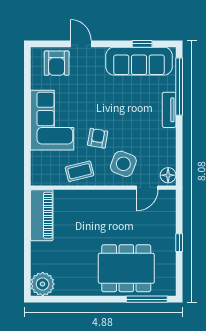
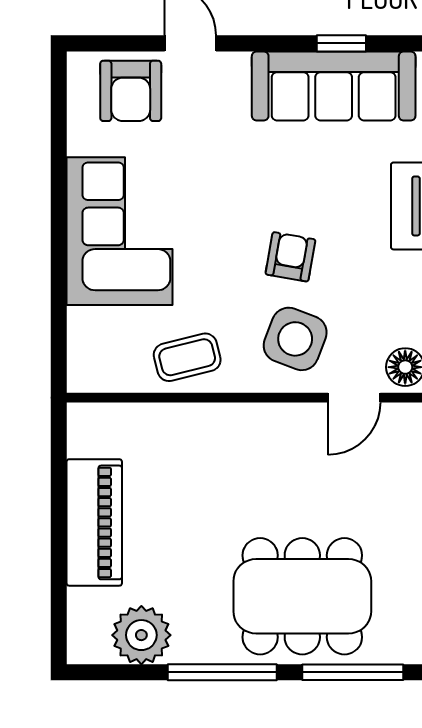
armchair: (98, 138) -> (290, 257), moved
piano: (42, 215) -> (94, 522), moved
plant: (43, 284) -> (141, 635), moved
window: (94, 299) -> (222, 672), added

